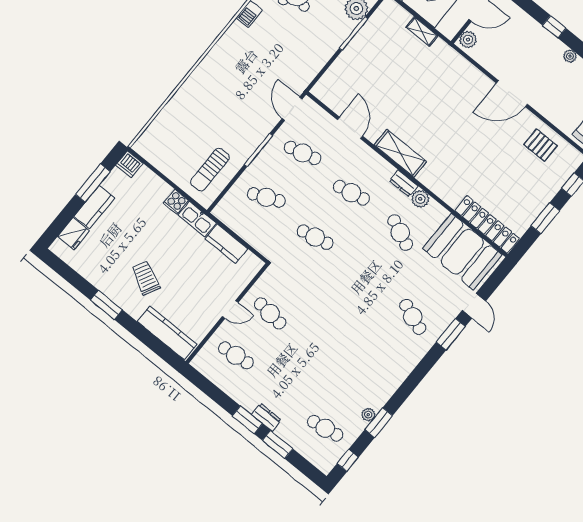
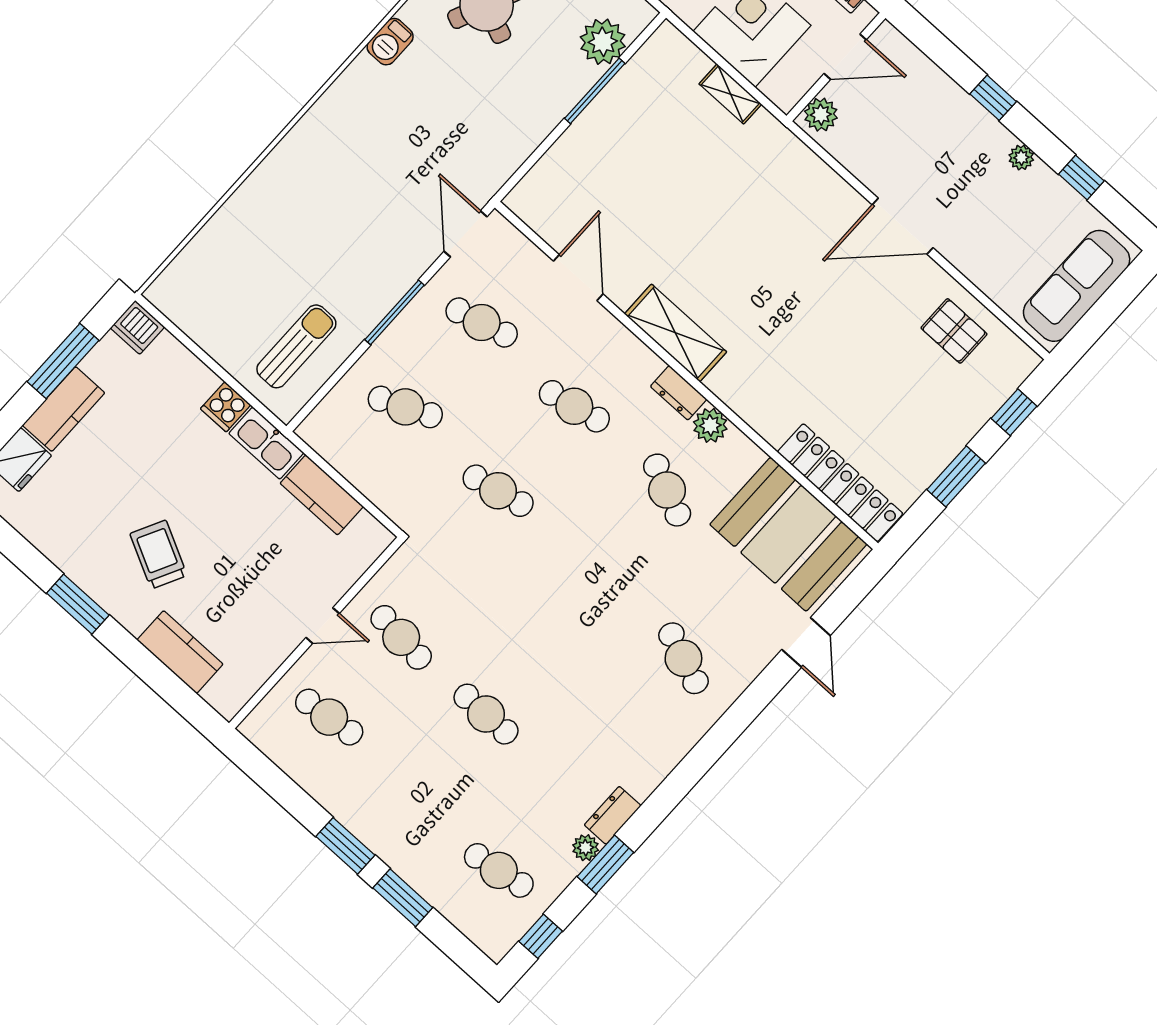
sun lounger: (210, 170) -> (296, 346), turned 180
kitchen counter: (167, 333) -> (180, 652), width x0.67
window: (451, 334) -> (757, 697), removed
cafe table: (315, 350) -> (486, 714), added
dresser: (266, 417) -> (613, 815), moved, turned -90

